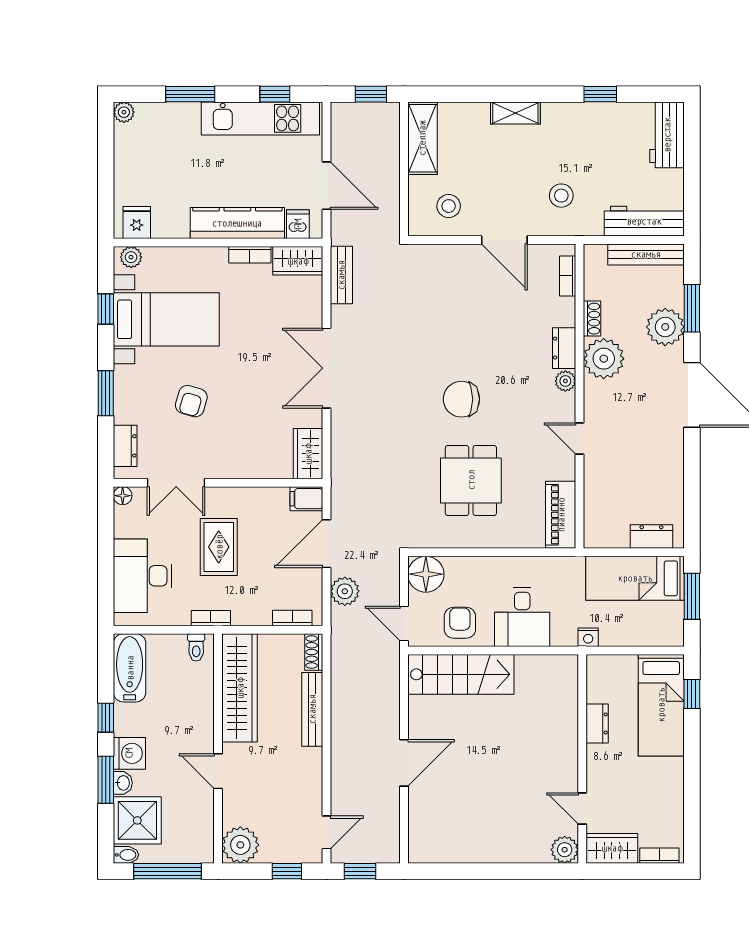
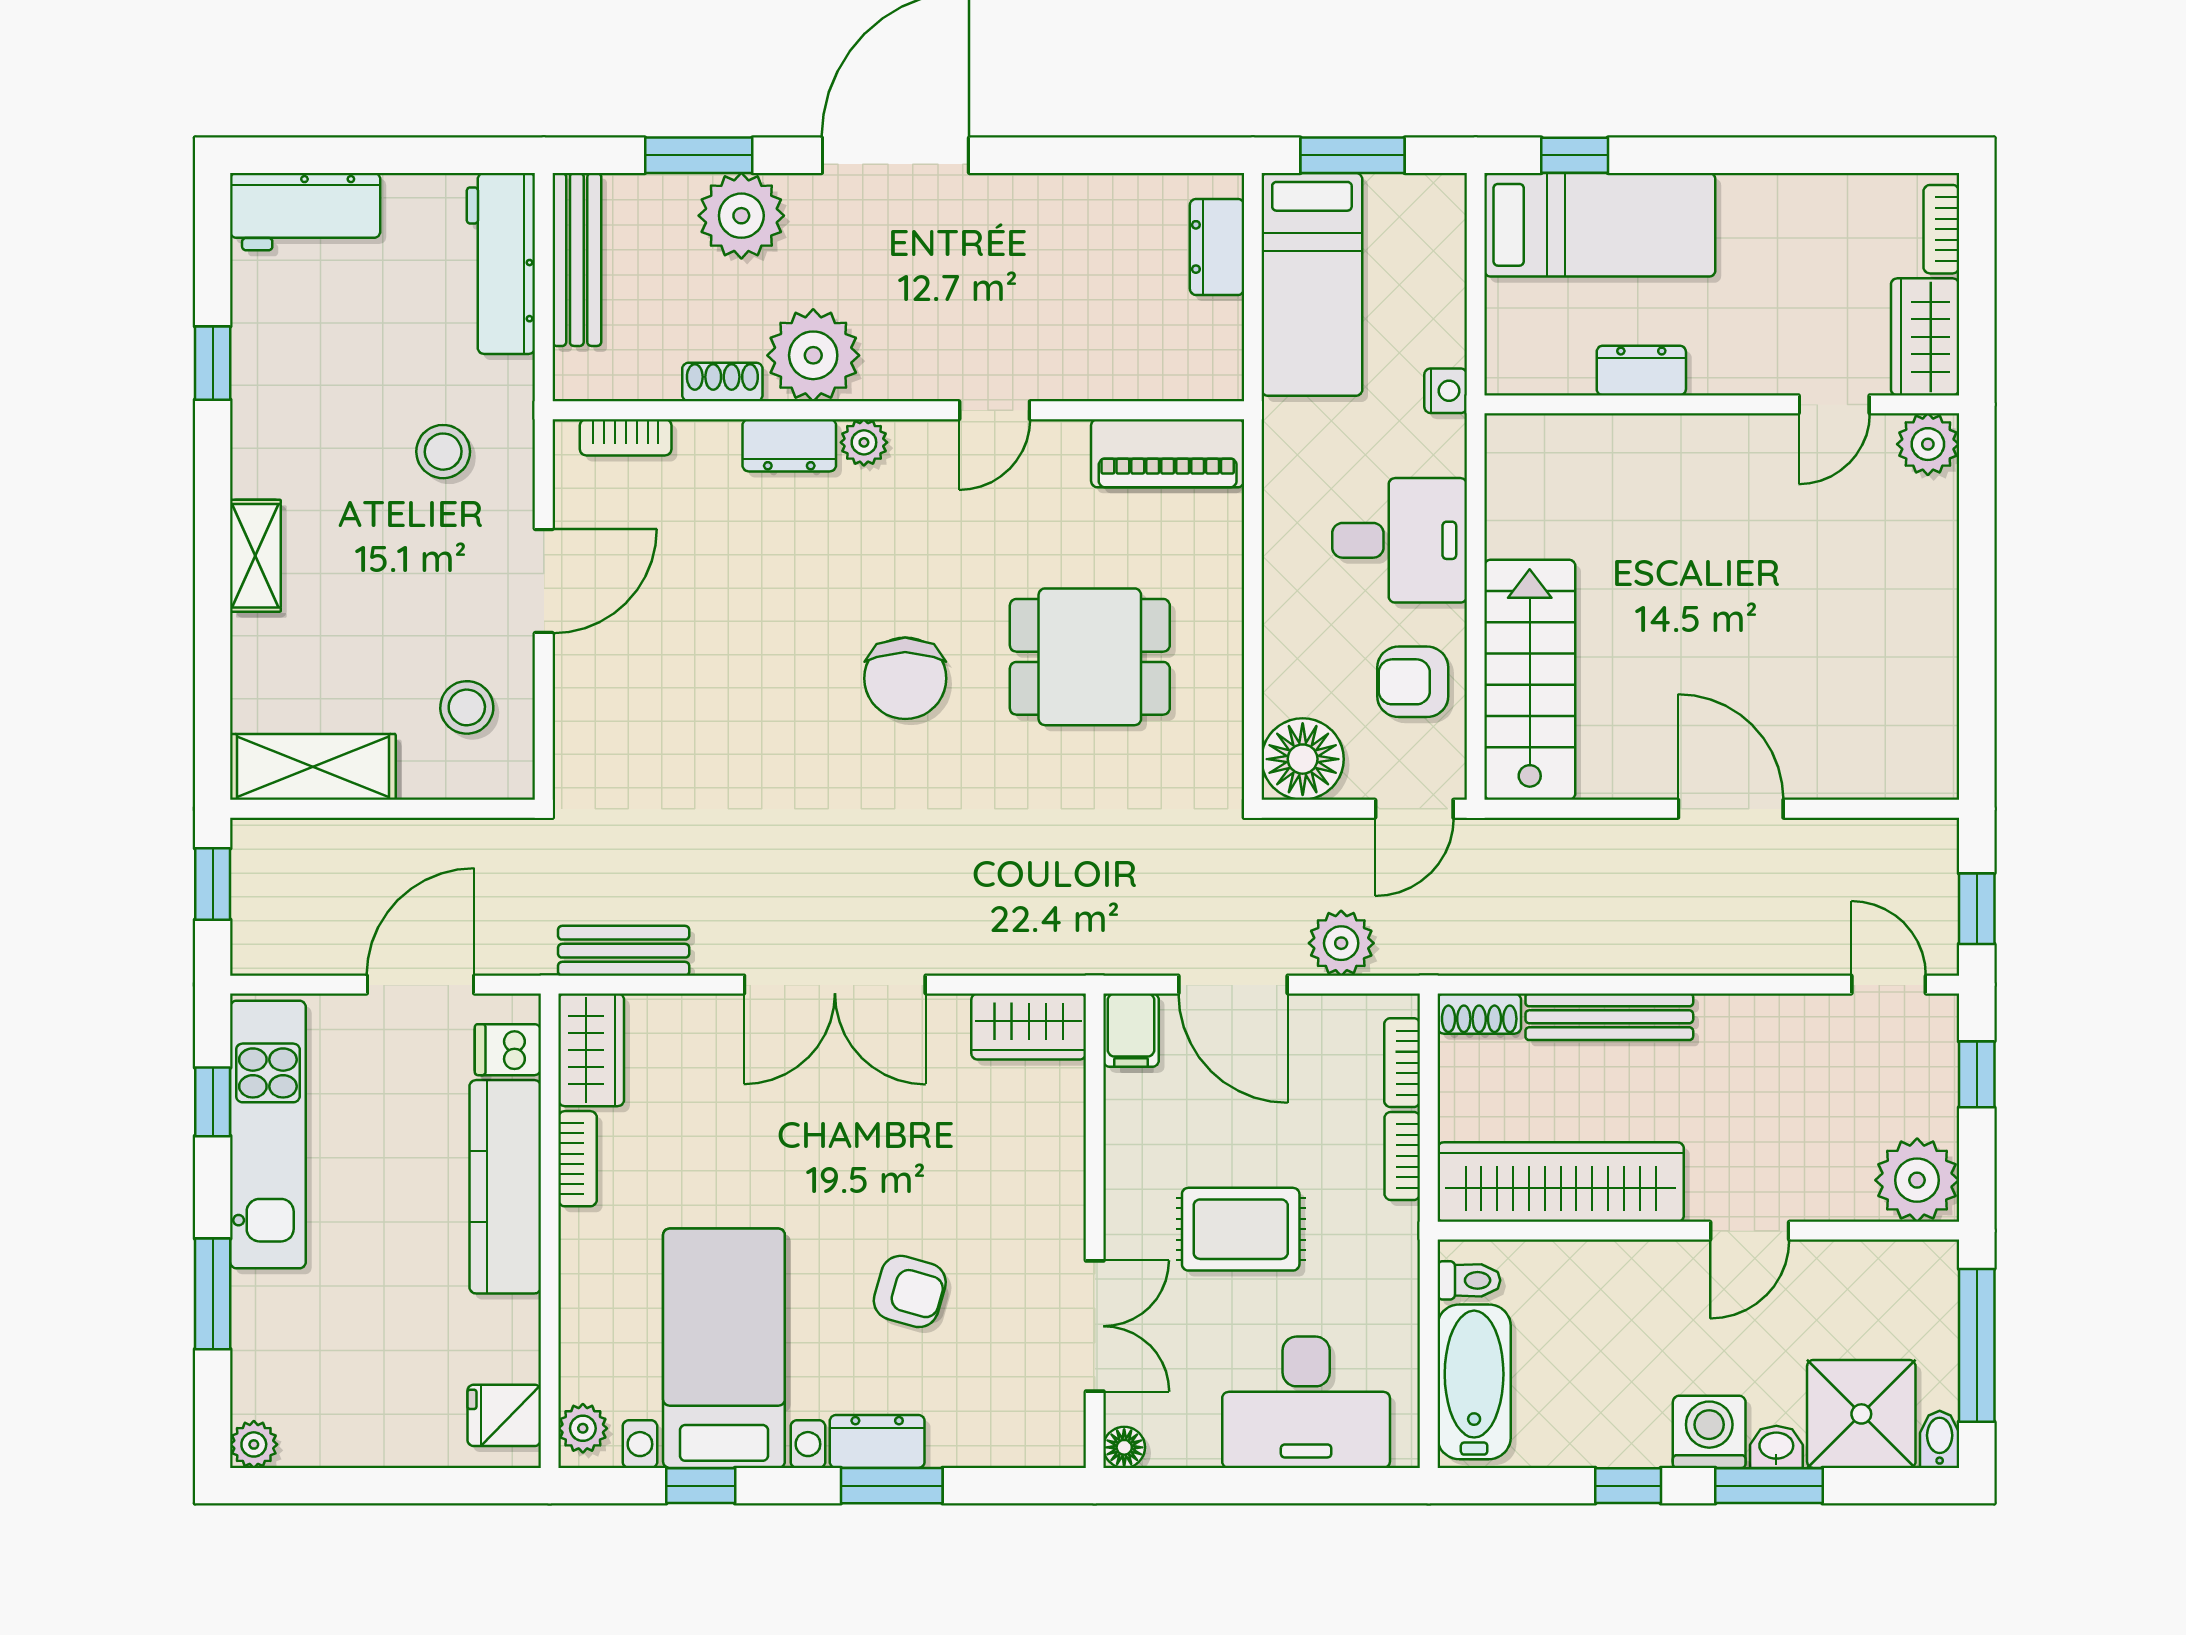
dresser: (125, 446) -> (877, 1441), moved
bookcase: (211, 618) -> (1402, 1156), moved
bathtub: (130, 668) -> (1474, 1382), moved, turned 90

